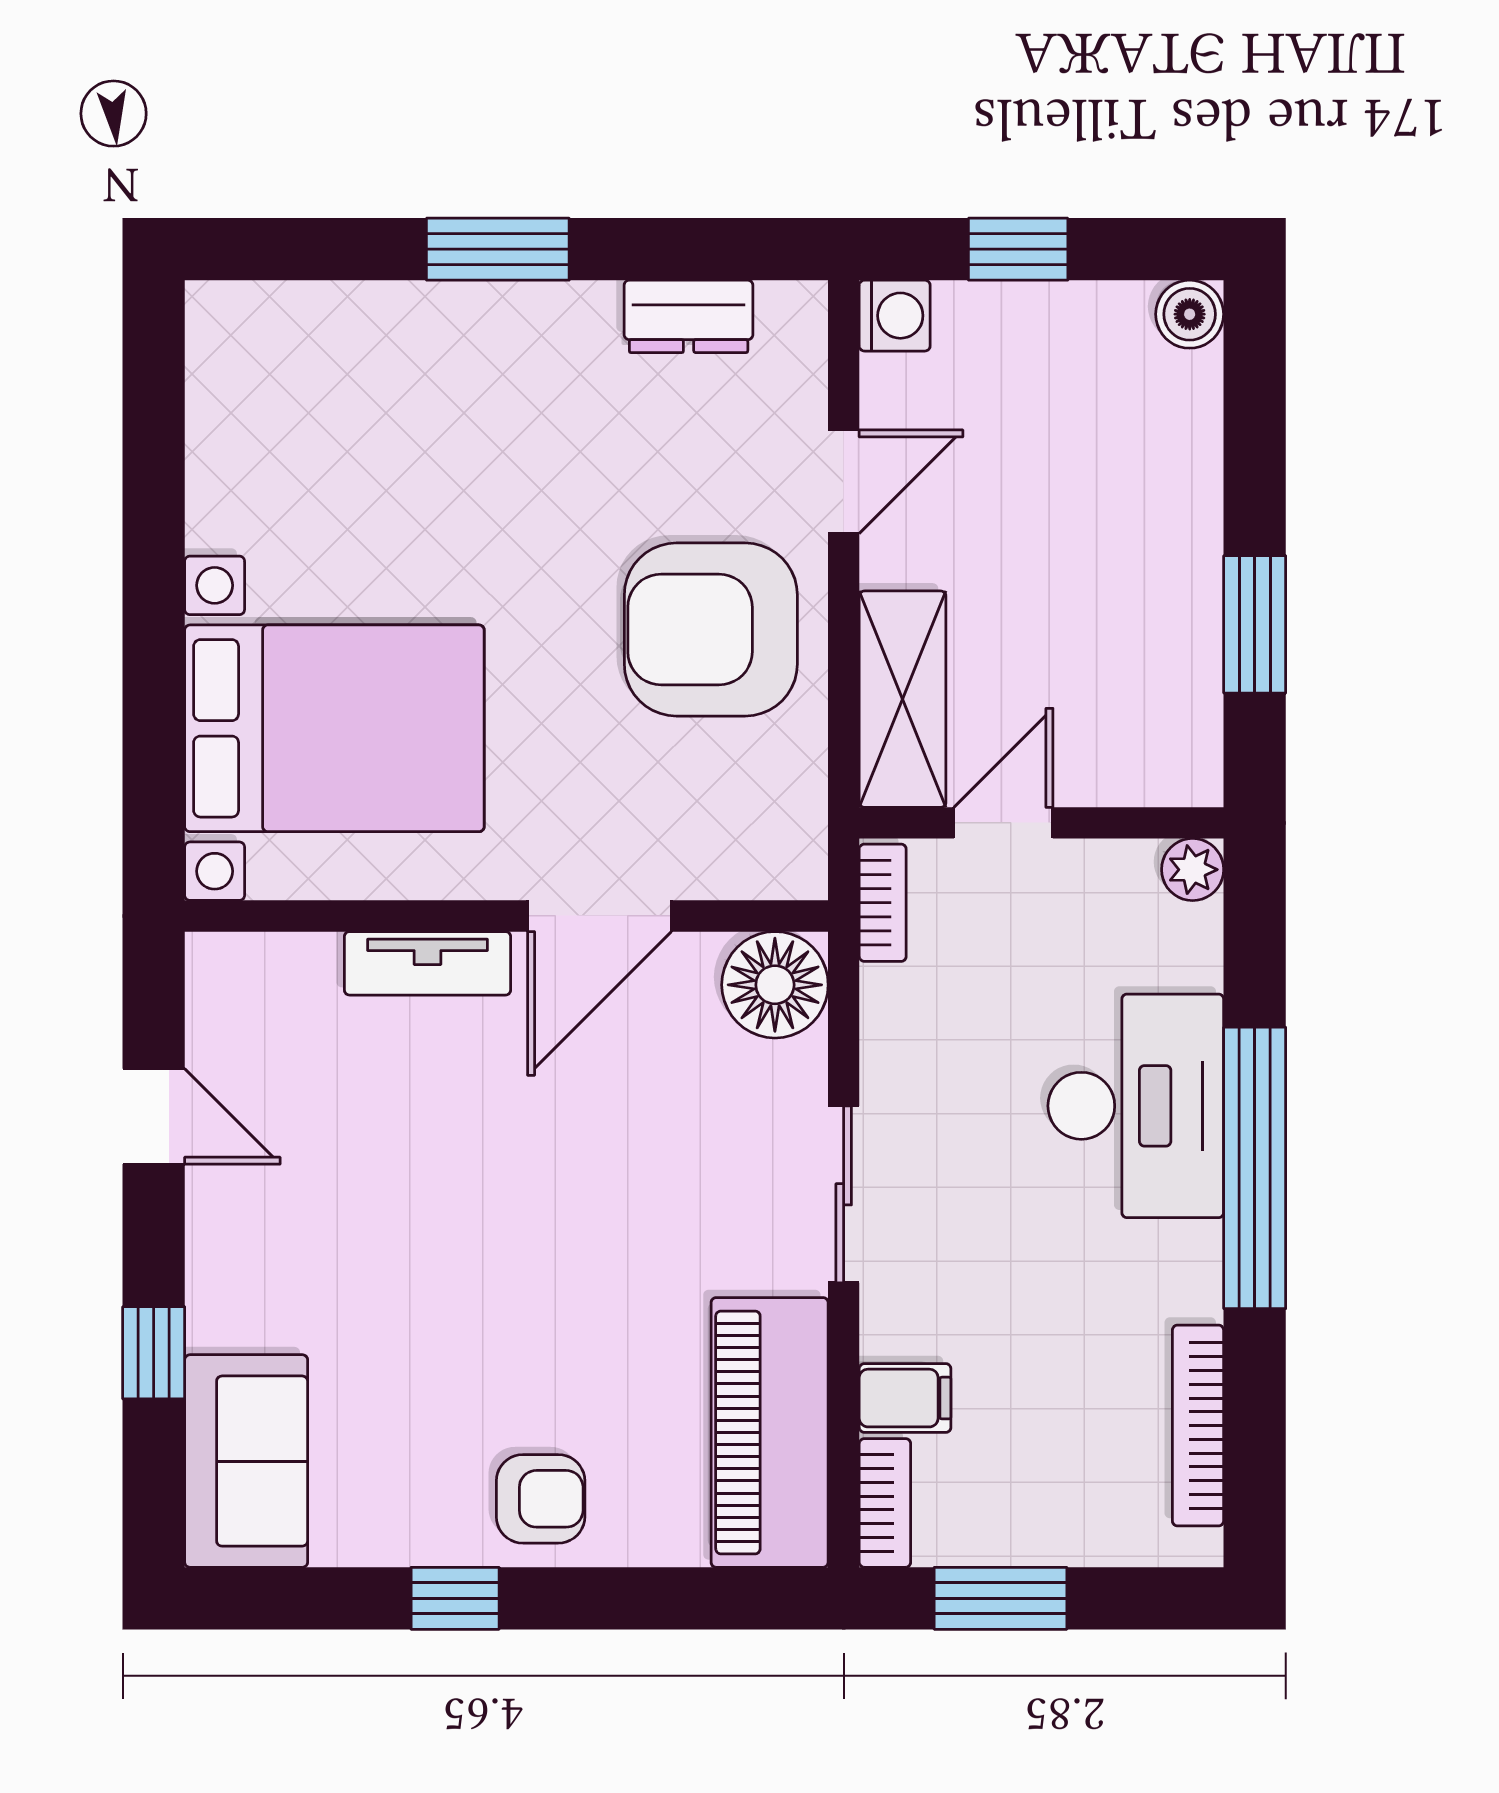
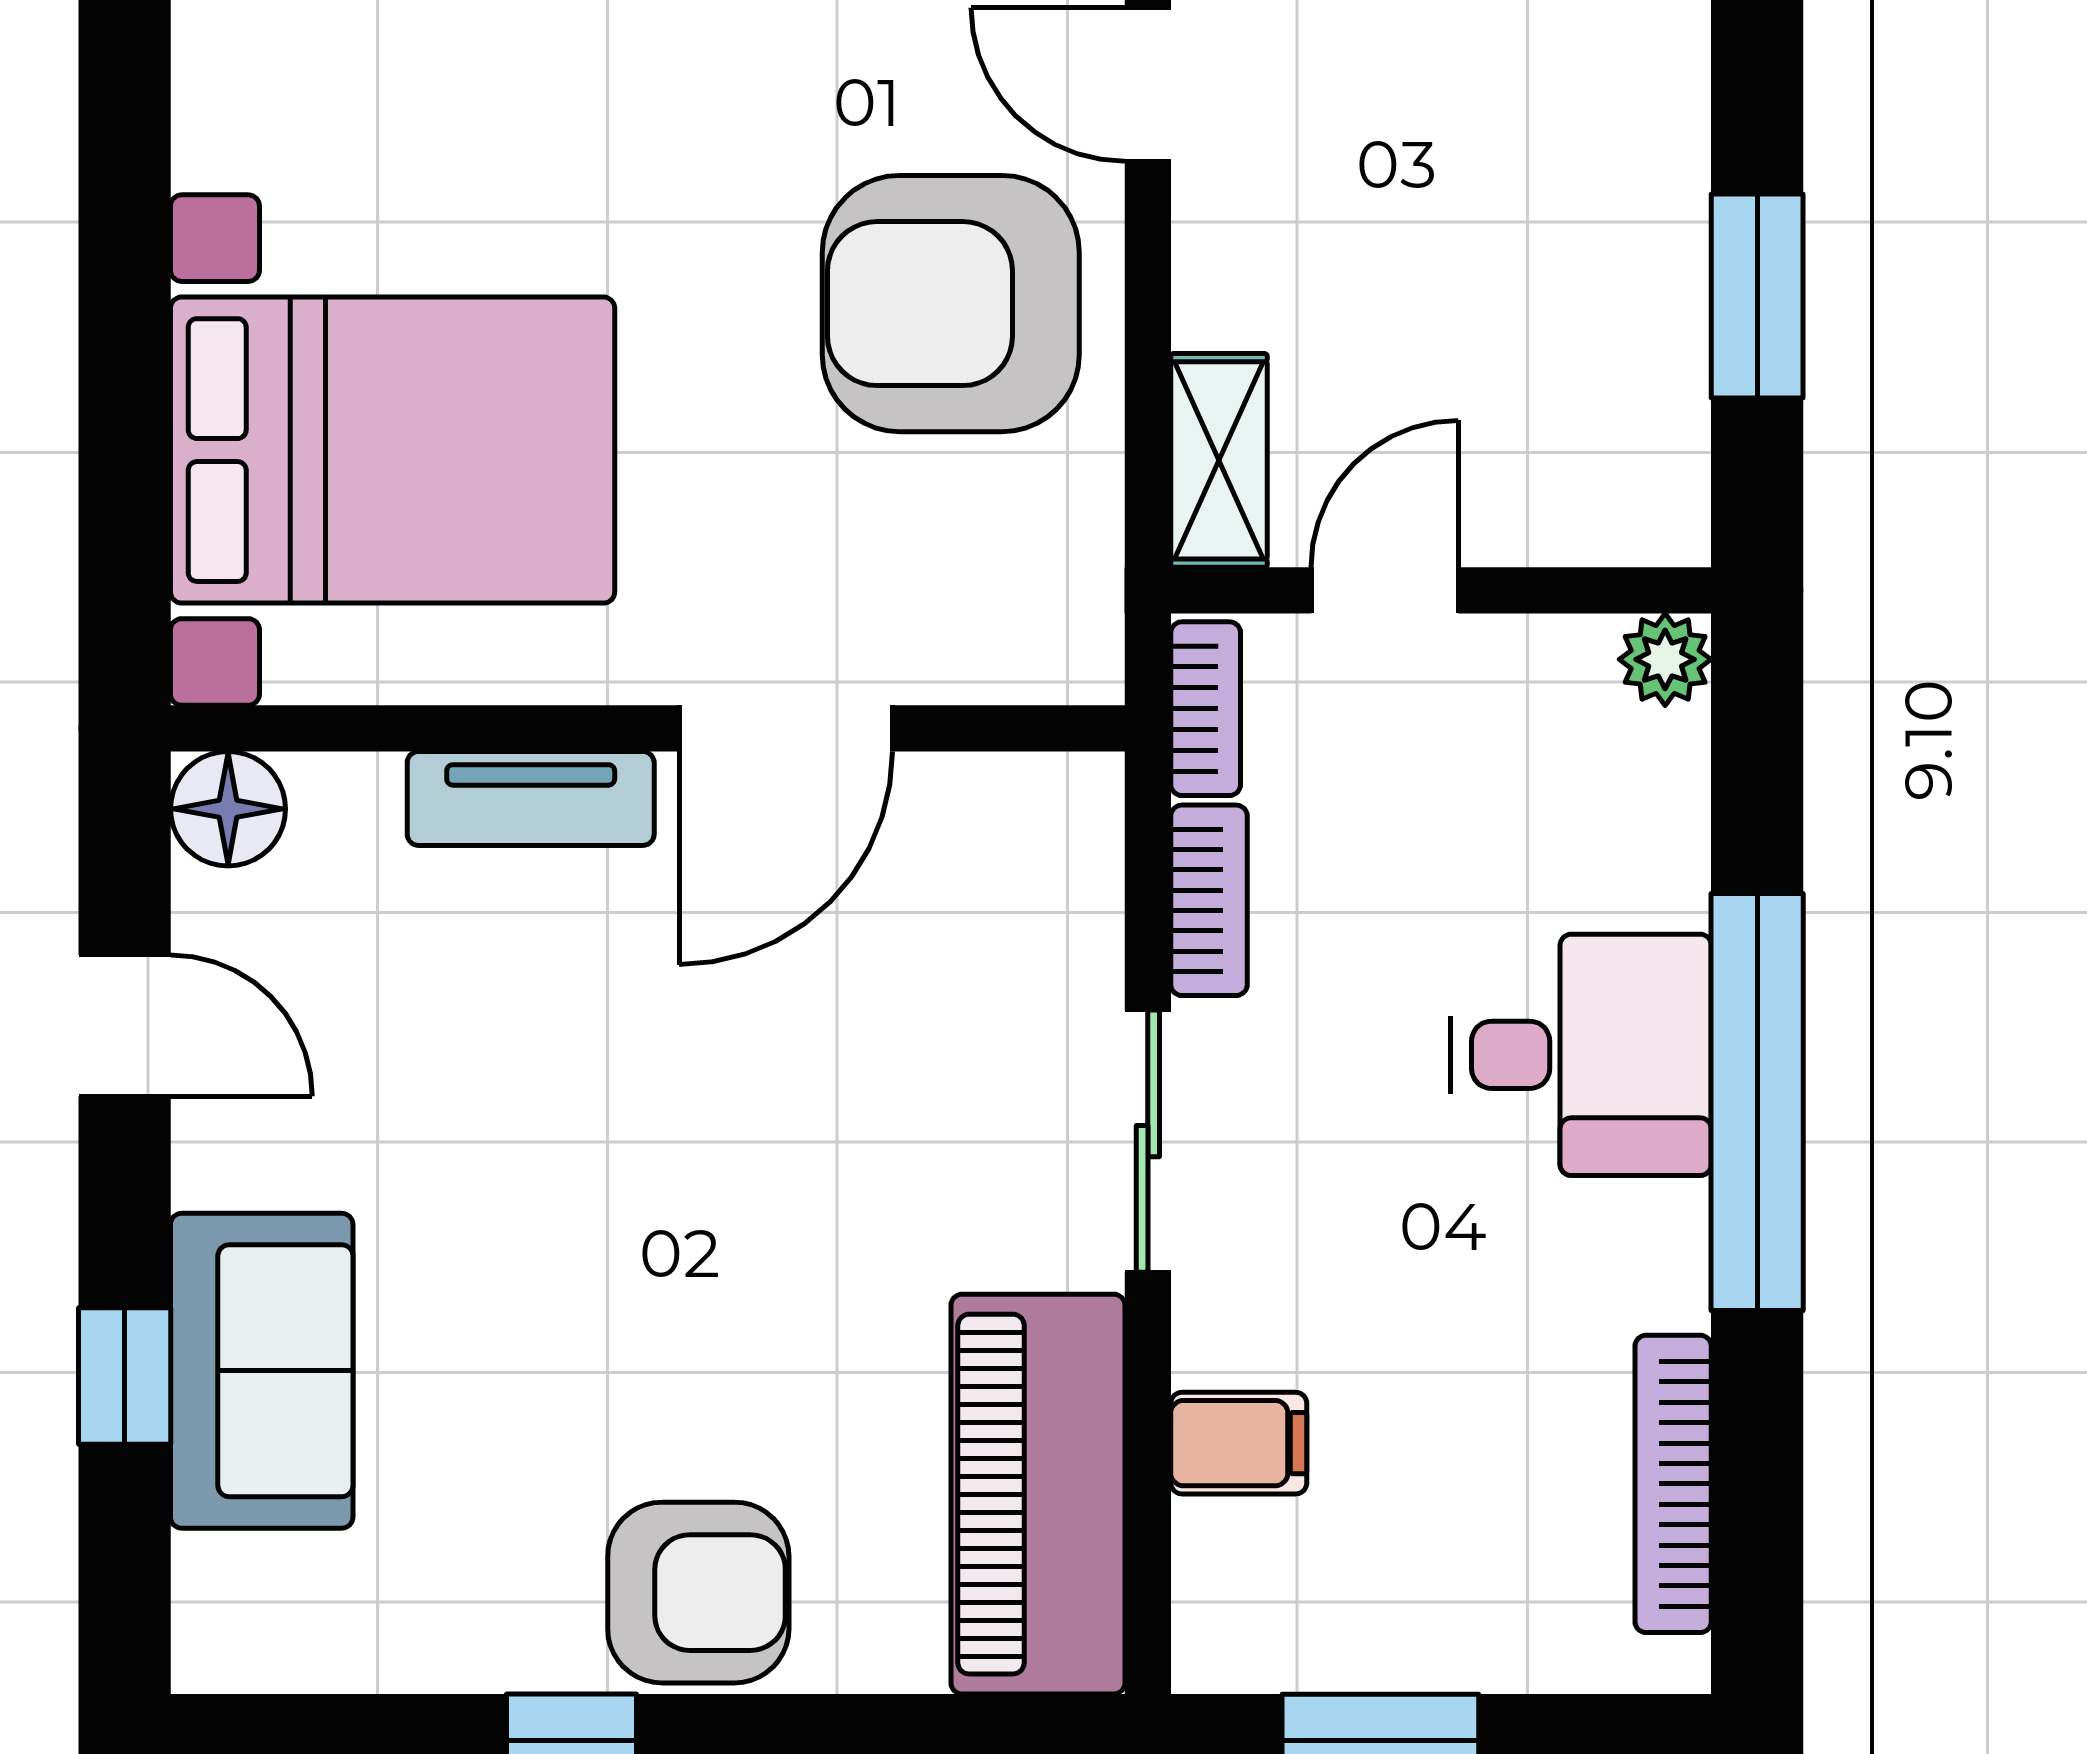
door: (844, 482) -> (1148, 84), swing flipped
shelving: (903, 699) -> (1219, 460), width x0.67, depth x0.75
floor lamp: (775, 985) -> (228, 809), moved, width x0.73, depth x0.73
desk: (1136, 1106) -> (1581, 1055), width x0.73
sofa: (246, 1461) -> (262, 1371), moved
armchair: (541, 1499) -> (698, 1593), width x1.38, depth x1.38
bookcase: (885, 1503) -> (1209, 900), moved

